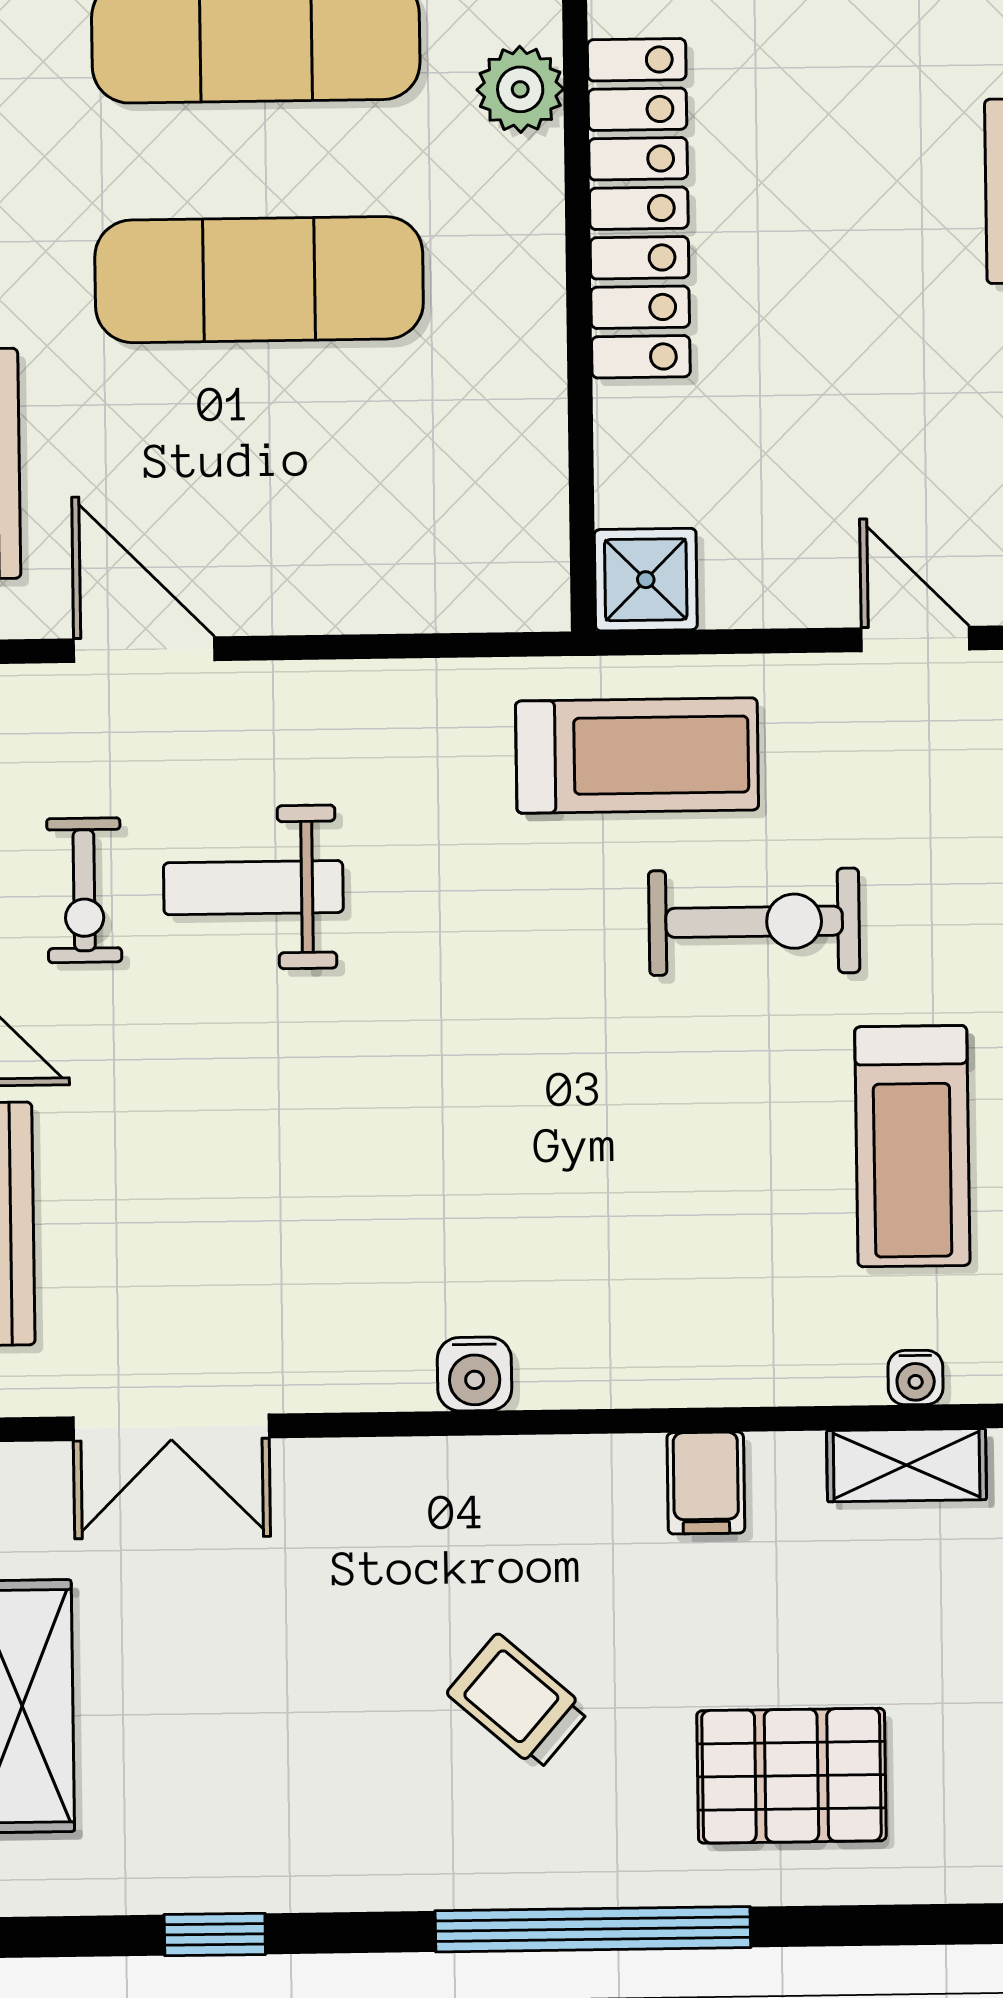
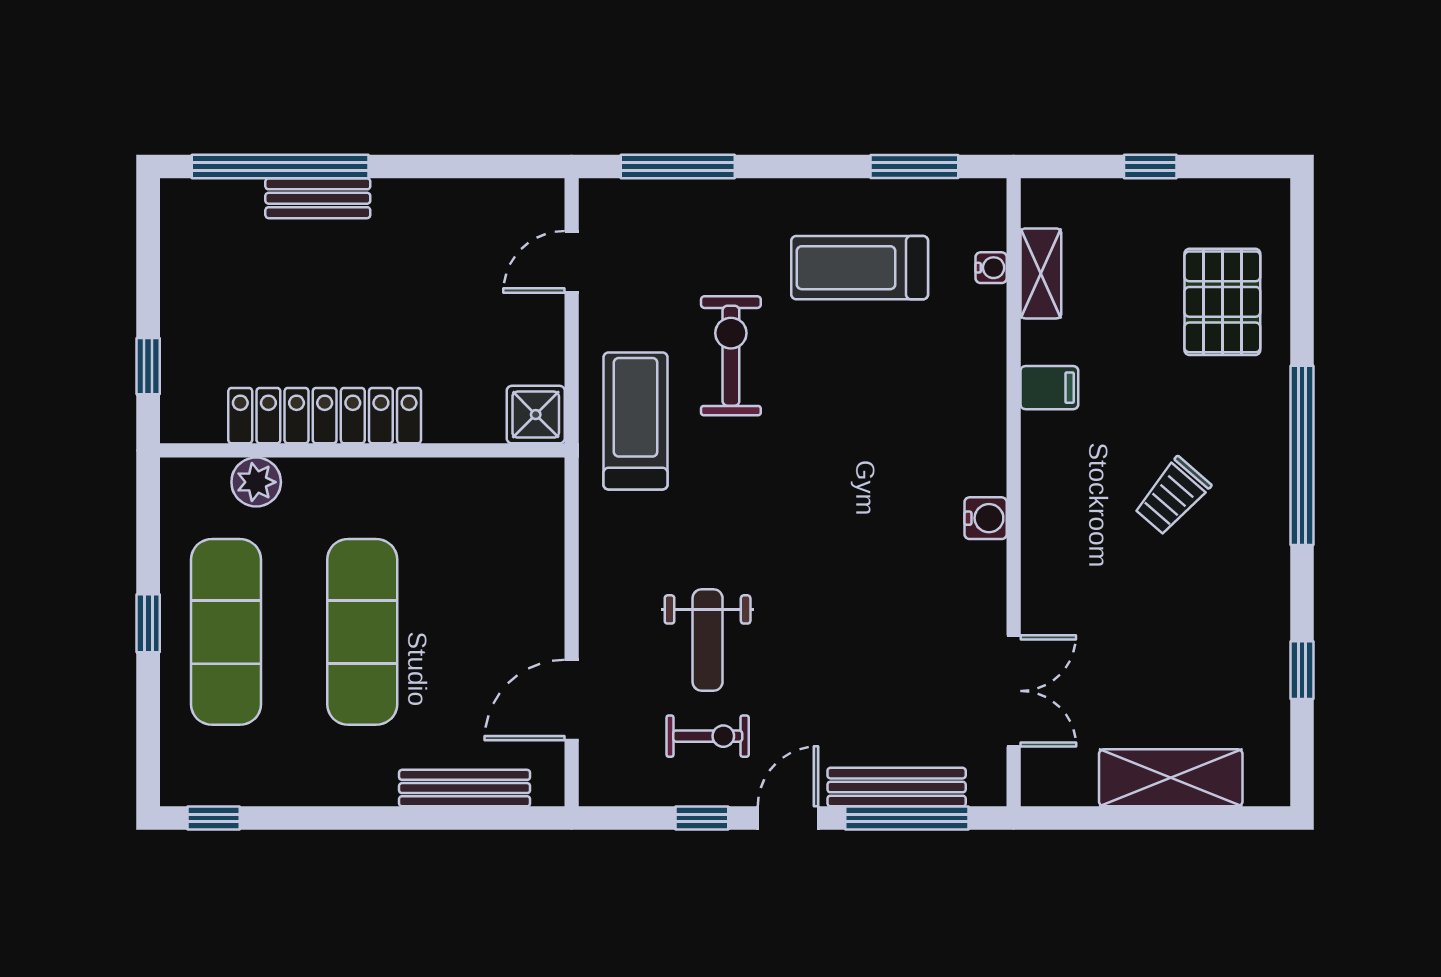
treadmill: (912, 1146) -> (860, 268), turned 180
pallet: (791, 1776) -> (1222, 302), moved

